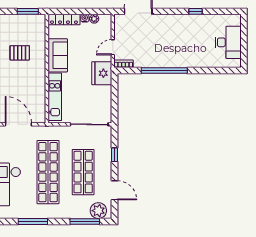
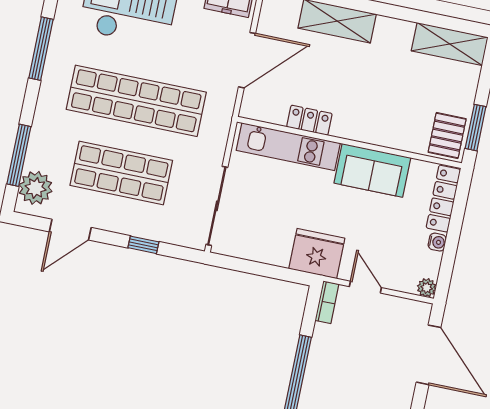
plant: (94, 19) -> (427, 288), moved
pallet: (20, 53) -> (447, 136), moved
locker: (40, 90) -> (309, 120), added

